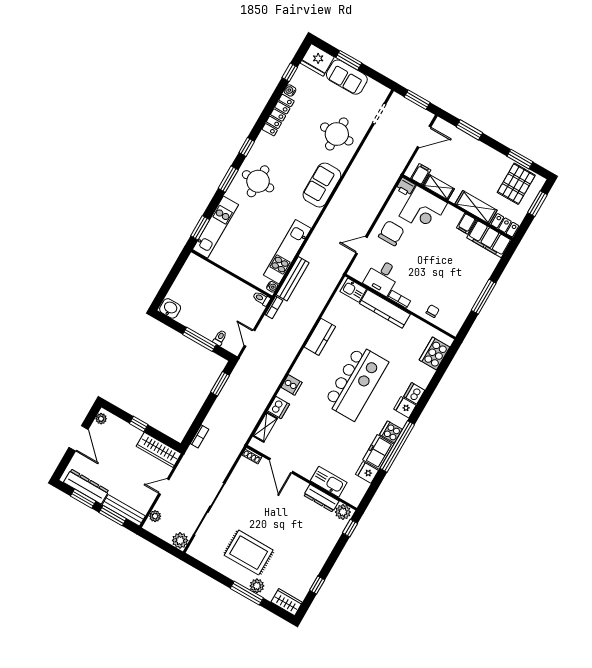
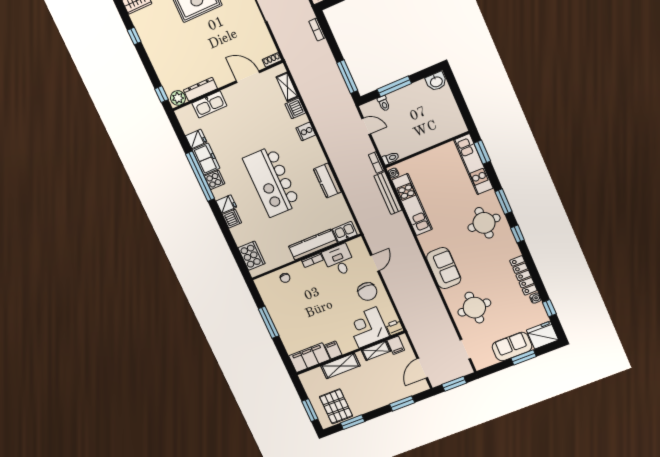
locker: (505, 225) -> (311, 376), removed
window: (220, 384) -> (347, 77), width x1.44

